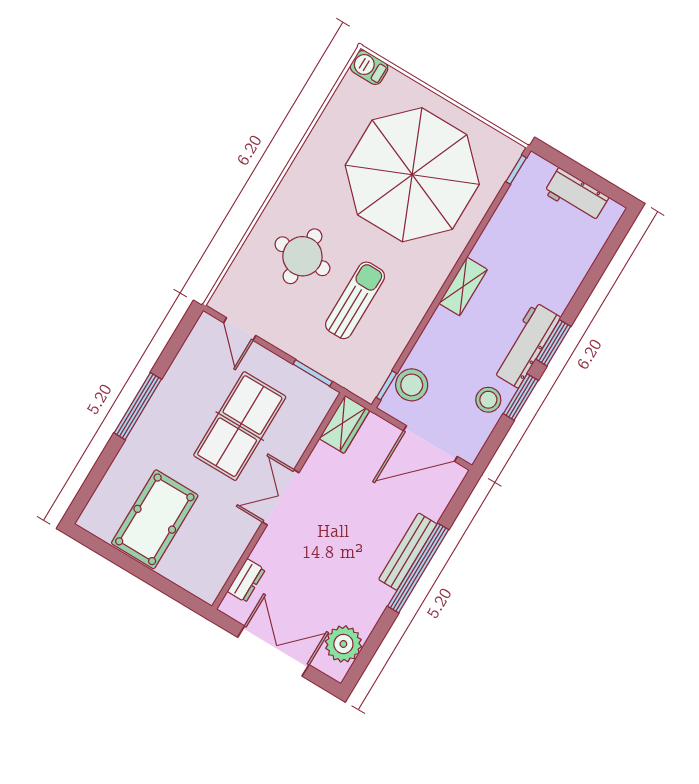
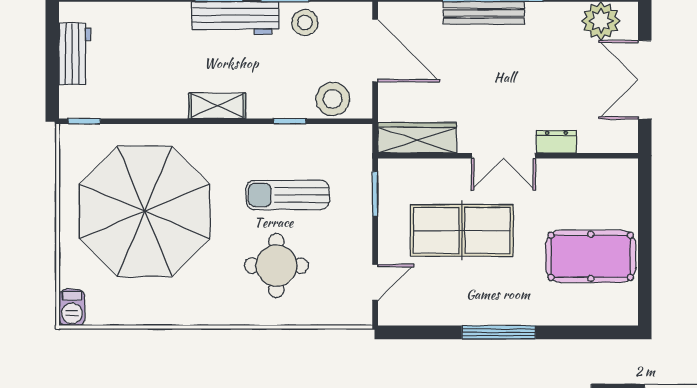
window: (386, 385) -> (290, 121), moved
wardrobe: (344, 424) -> (417, 138), width x1.50
dresser: (246, 580) -> (556, 142), moved

